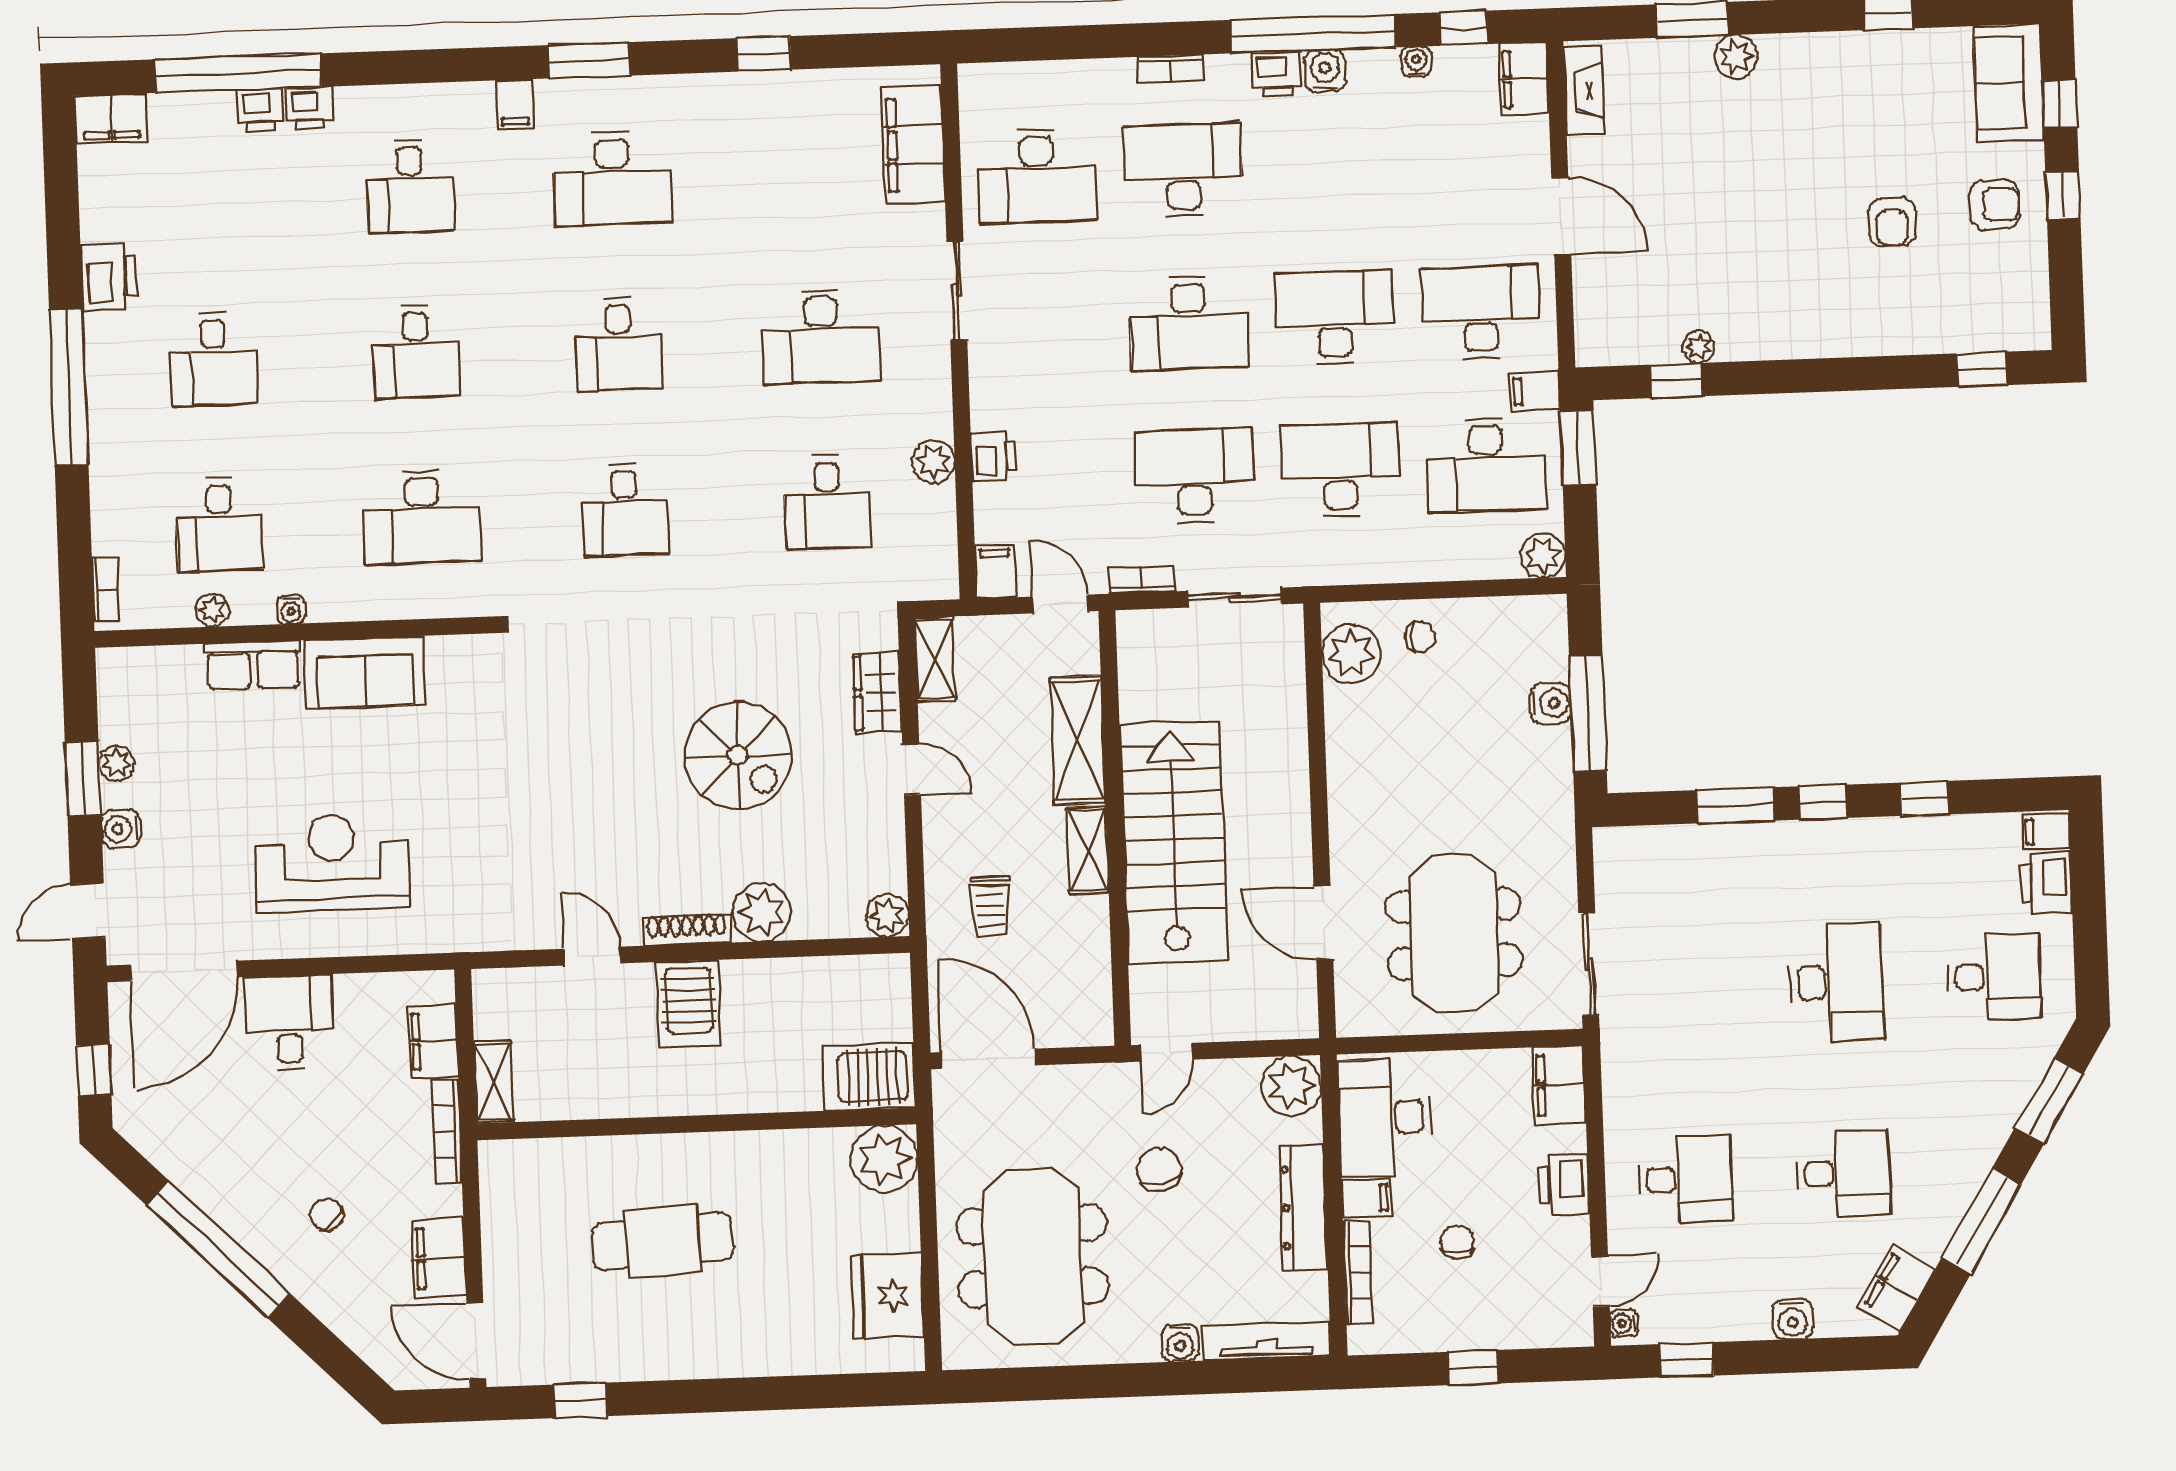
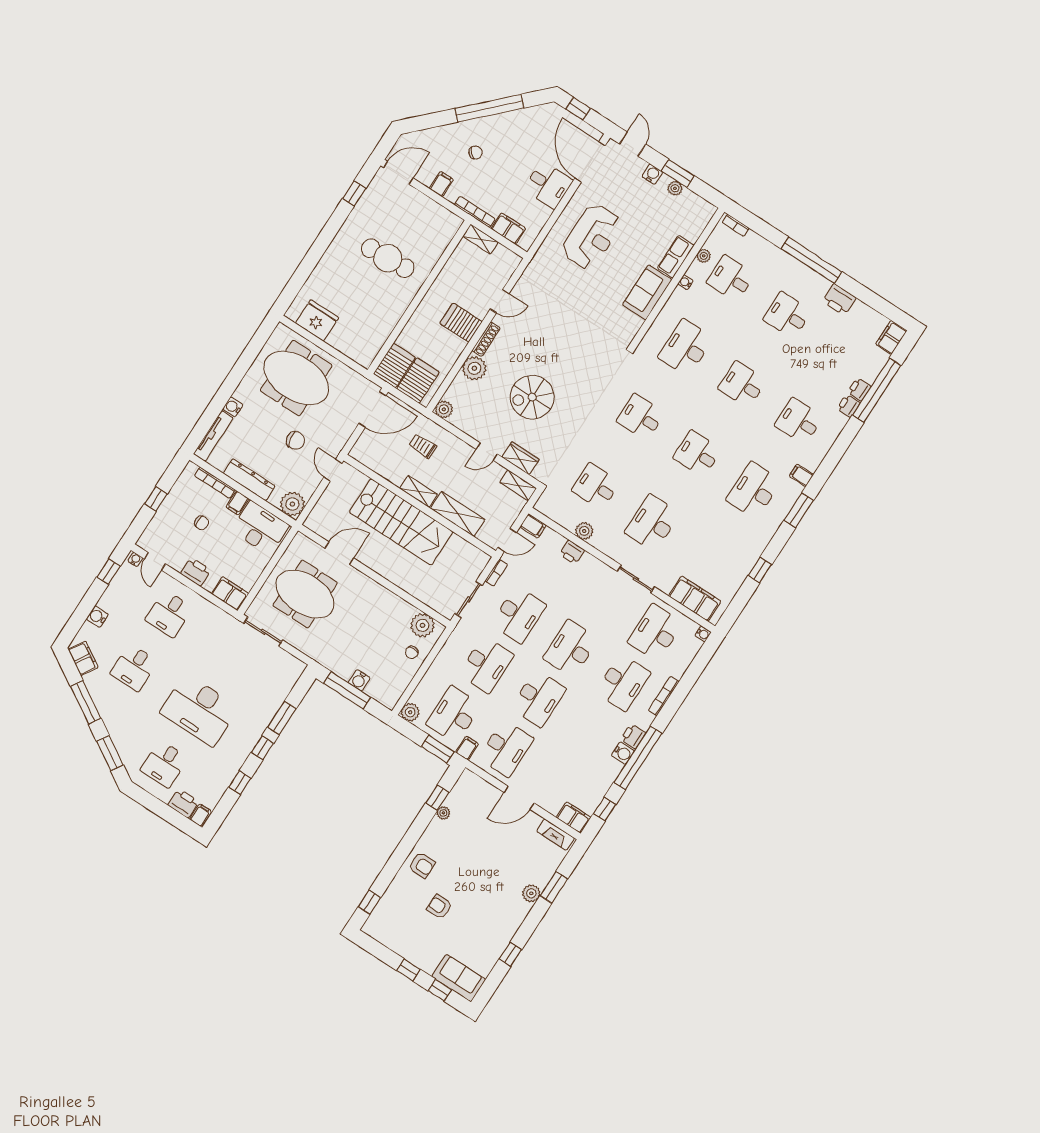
water cooler: (1416, 62) -> (703, 634), moved
bookcase: (1171, 69) -> (664, 696), width x1.56
armchair: (1995, 205) -> (422, 865), moved, turned -90
desk: (1836, 982) -> (199, 710), width x1.36, depth x1.30
server rack: (866, 1008) -> (418, 381), added
plant: (884, 1159) -> (363, 351), removed
cafe table: (663, 1242) -> (388, 258), turned 90
filing cabinet: (439, 1258) -> (441, 184), width x0.50

